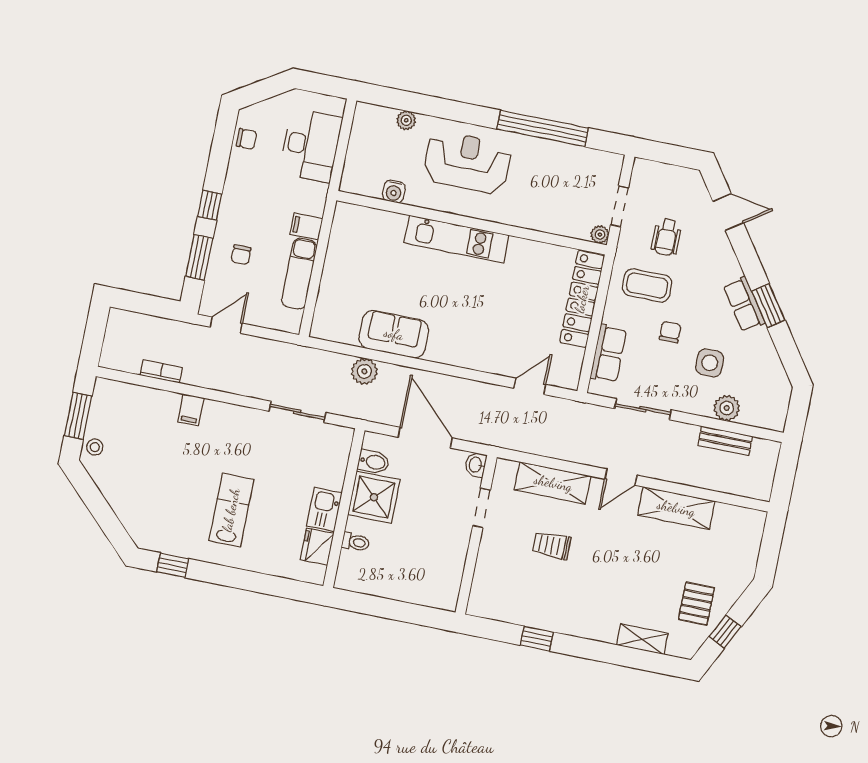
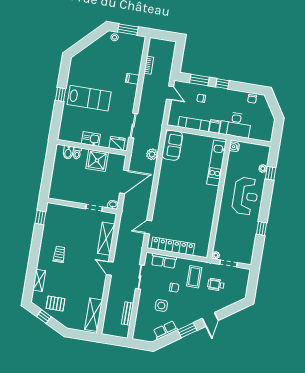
window: (418, 103) -> (270, 173), added
window: (543, 128) -> (261, 228), width x0.32
desk: (311, 145) -> (236, 125), moved
water cooler: (394, 191) -> (234, 147), moved
door: (728, 212) -> (210, 319), moved
kitchen unit: (457, 239) -> (216, 163), moved
locker: (582, 299) -> (173, 246), moved
row of seats: (744, 304) -> (165, 330), moved
sofa: (394, 334) -> (172, 145), moved
door: (530, 386) -> (148, 227), swing flipped
plant: (727, 408) -> (142, 314), removed
bidet: (374, 462) -> (68, 152), moved
shelving: (676, 508) -> (94, 315), moved
lab bench: (231, 510) -> (89, 98), width x1.36, depth x1.39
trolley: (552, 545) -> (59, 254), moved
fridge: (317, 547) -> (117, 143), moved
window: (173, 565) -> (61, 94), moved
window: (537, 639) -> (40, 218), moved

